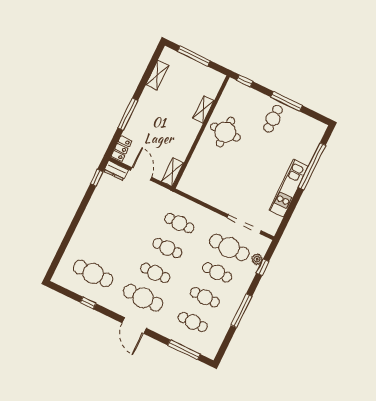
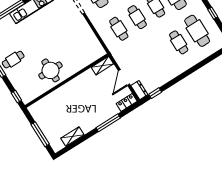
shelving: (203, 109) -> (56, 95), removed
cafe table: (105, 249) -> (179, 42), added

